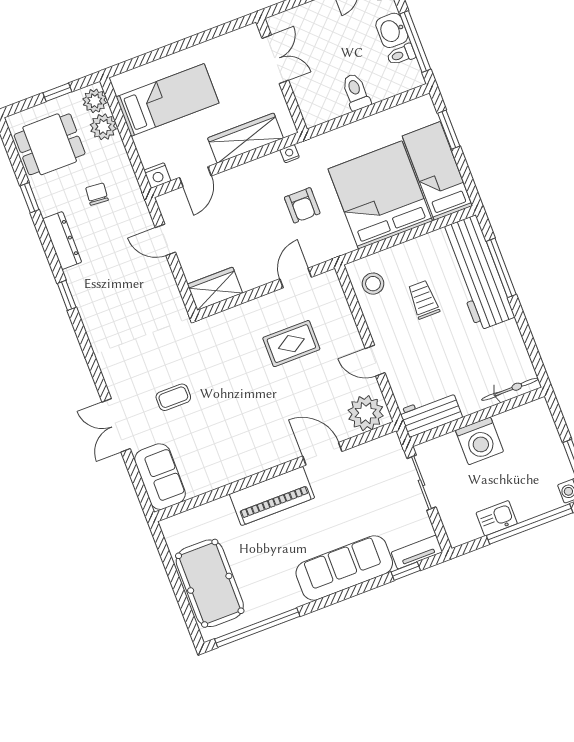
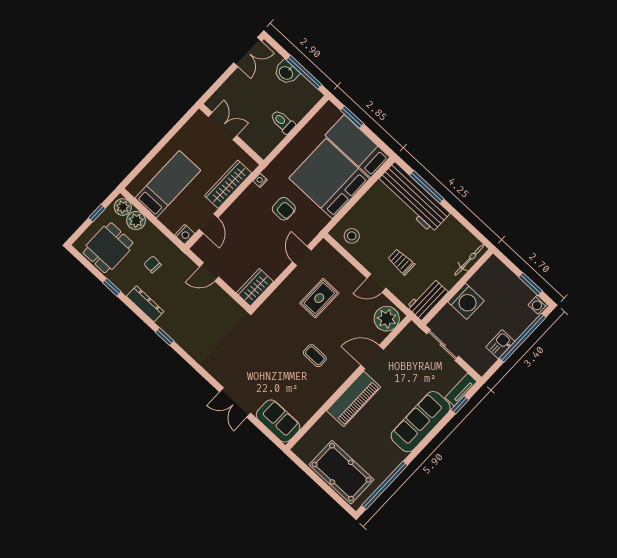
toilet: (401, 55) -> (299, 85), removed
trolley: (423, 300) -> (401, 262), moved
coffee table: (173, 397) -> (315, 356), moved, turned 90

